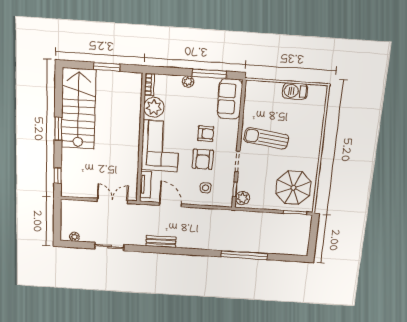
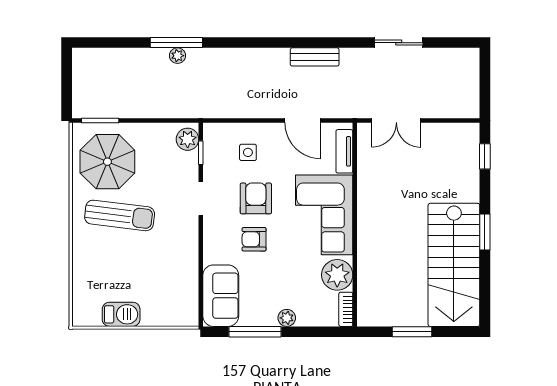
sun lounger: (266, 138) -> (120, 215), moved
plant: (74, 237) -> (178, 56), moved
window: (244, 255) -> (176, 43), width x0.68

